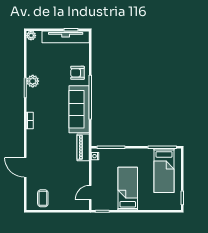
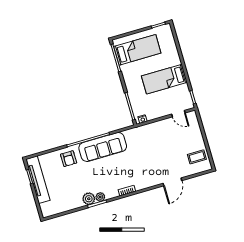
plant: (31, 36) -> (100, 197), moved
piano: (83, 147) -> (138, 133), removed

